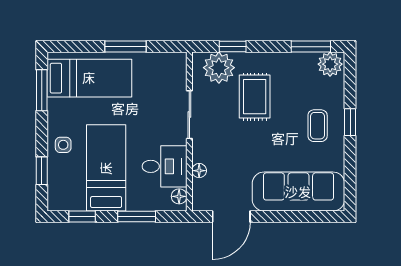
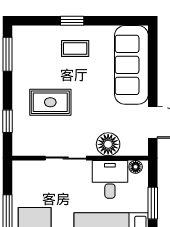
plant: (330, 64) -> (23, 38), removed
plant: (219, 68) -> (26, 133), removed
floor lamp: (199, 171) -> (108, 144), width x1.89, depth x1.89

